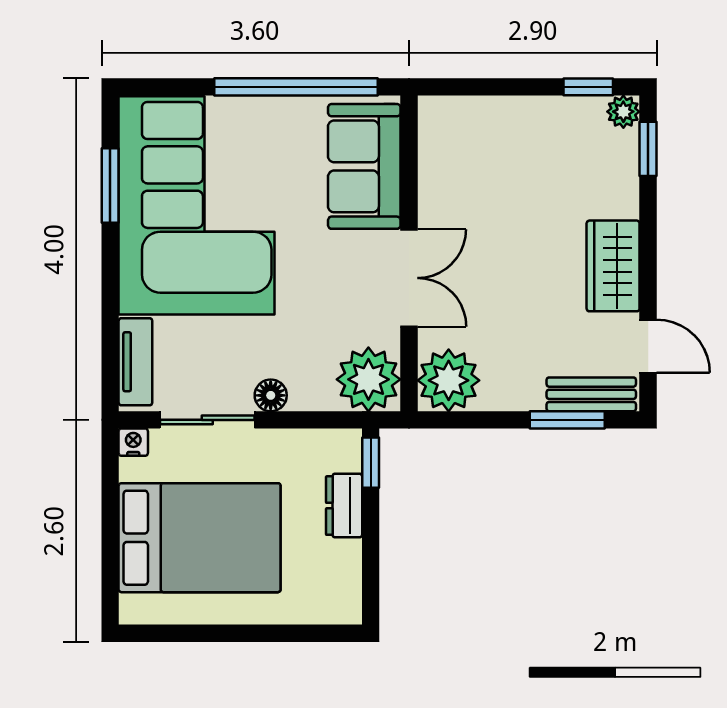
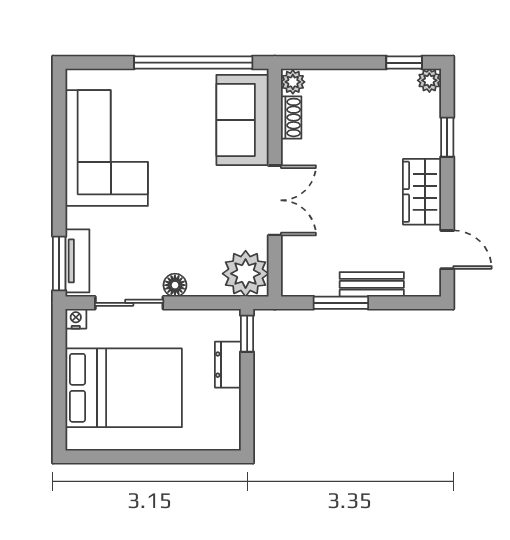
window: (648, 149) -> (447, 137), moved
shoe rack: (432, 163) -> (291, 117), added
window: (110, 186) -> (59, 264), moved
corner sofa: (197, 205) -> (107, 148), width x0.73, depth x0.74
plant: (449, 380) -> (293, 82), moved, width x0.53, depth x0.53
bench: (591, 394) -> (372, 284), moved
window: (567, 420) -> (341, 303), moved

